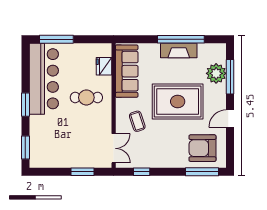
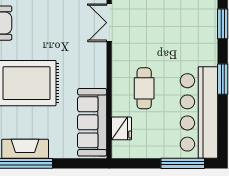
cafe table: (86, 97) -> (144, 88), turned 90
coffee table: (137, 121) -> (79, 58), removed

